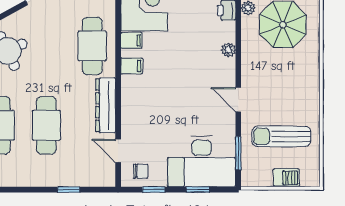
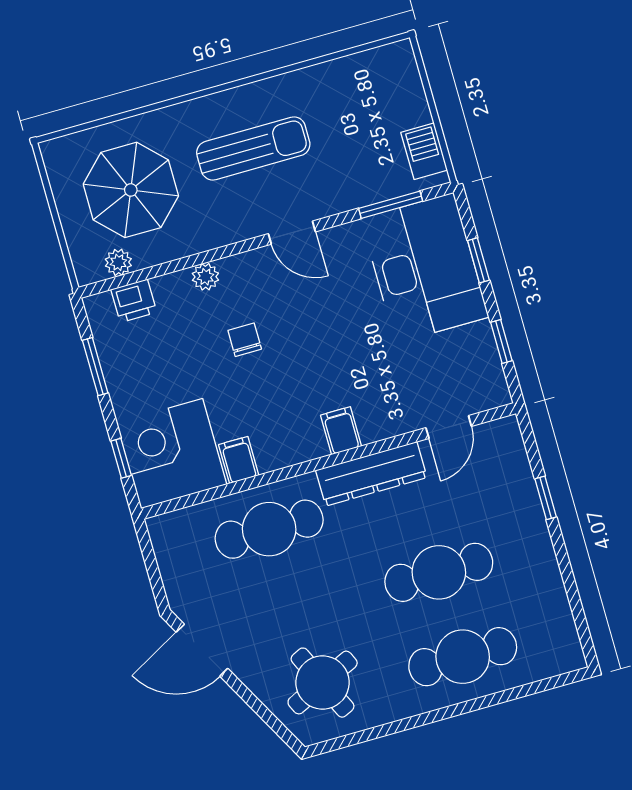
filing cabinet: (132, 66) -> (341, 431), moved
door: (238, 100) -> (292, 233), hinge flipped
sun lounger: (281, 136) -> (253, 148), moved, turned -90
chair: (141, 171) -> (245, 340), moved
barbecue: (286, 178) -> (424, 151), moved

